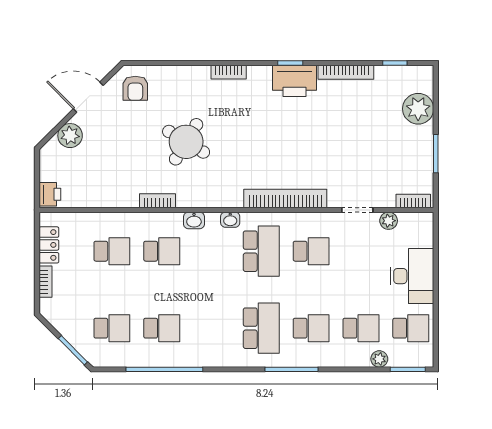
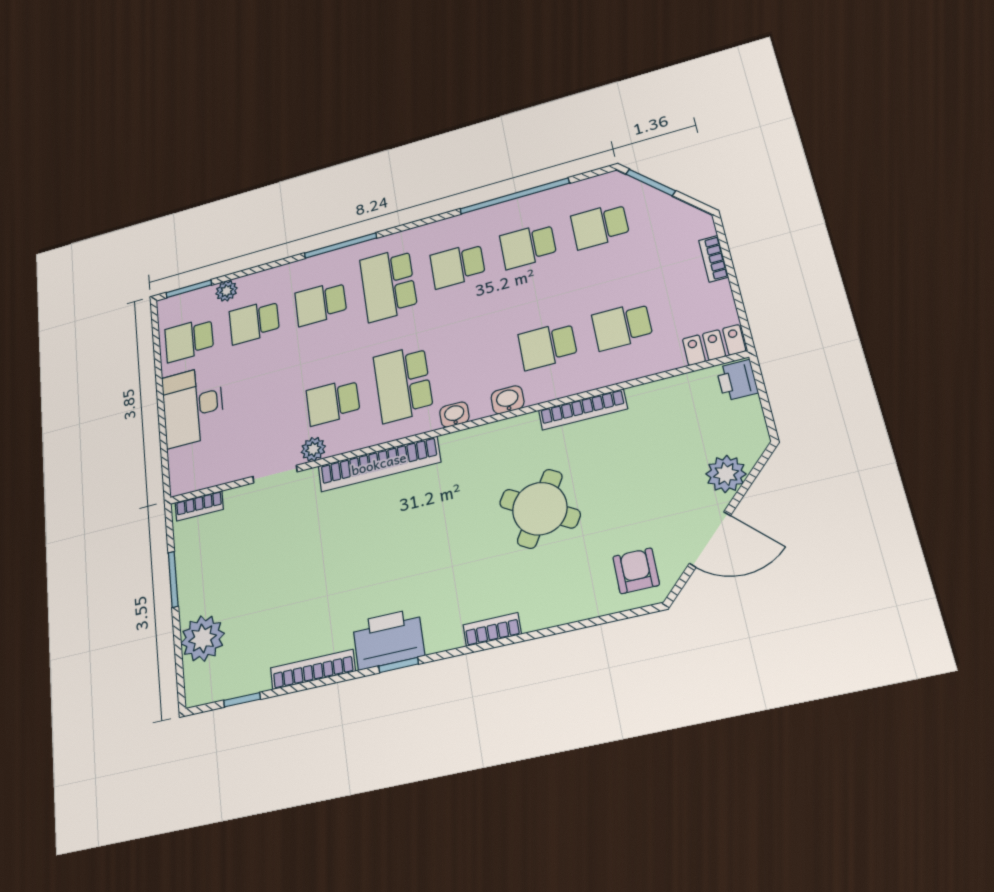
bookcase: (158, 201) -> (583, 409), width x1.56
plant: (389, 221) -> (313, 449), moved
locker: (49, 245) -> (714, 345), moved, turned 90
school desk: (211, 328) -> (458, 265), added

